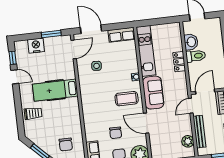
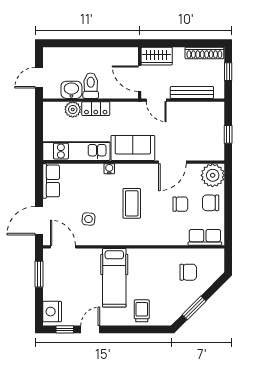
nightstand: (36, 46) -> (52, 312), moved
coffee table: (127, 99) -> (132, 203), moved
plant: (188, 141) -> (73, 109), moved

